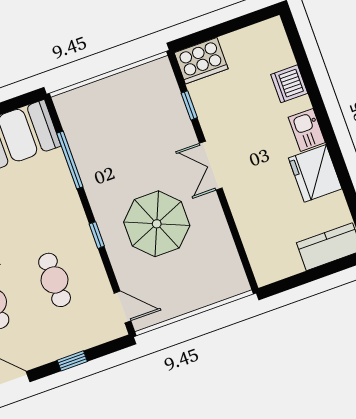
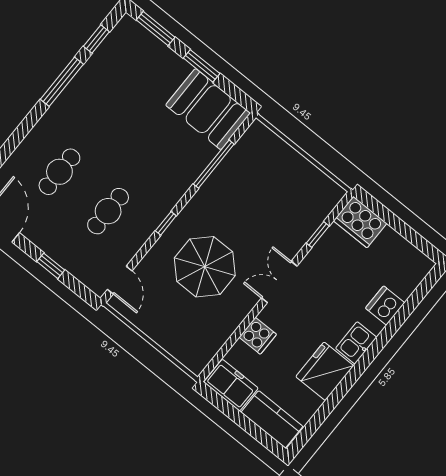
cooker: (247, 214) -> (258, 336), added
freezer: (277, 265) -> (231, 385), added

